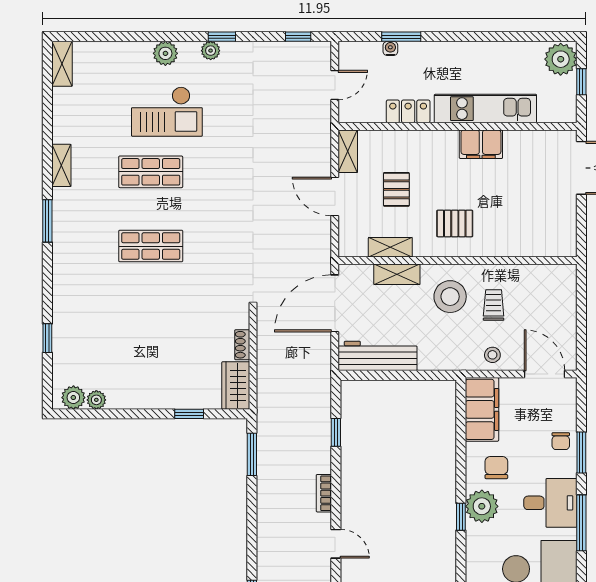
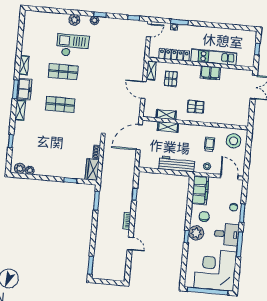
plant: (561, 59) -> (249, 38), removed
shelving: (62, 64) -> (20, 110), moved
door: (335, 85) -> (149, 30), moved
locker: (408, 111) -> (174, 55), width x1.53
checkout: (167, 112) -> (73, 46), turned 180
pallet: (396, 189) -> (171, 79), moved
freezer: (67, 219) -> (24, 89), added
stool: (450, 297) -> (234, 141), moved
workbench: (378, 356) -> (177, 164), moved

